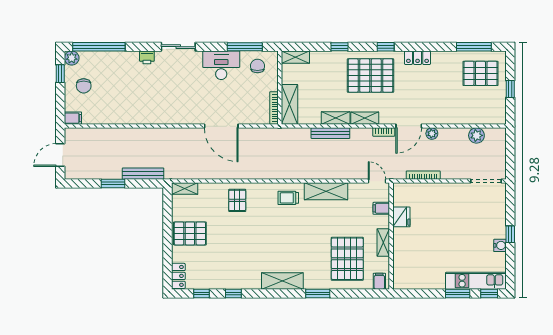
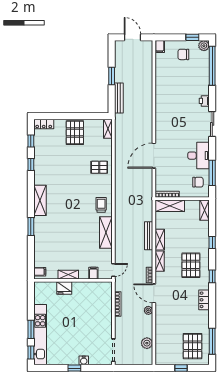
pallet: (370, 76) -> (191, 265), width x0.73, depth x0.71
fridge: (401, 217) -> (64, 288), moved
water cooler: (500, 245) -> (84, 360), moved
pallet: (347, 259) -> (56, 248), removed
kitchen unit: (476, 281) -> (40, 335), width x1.36

